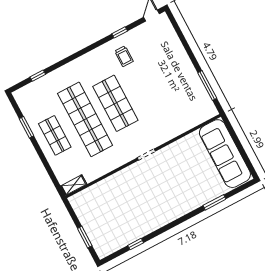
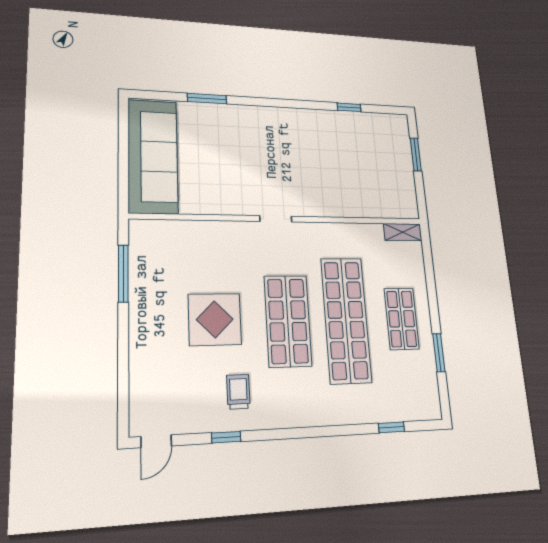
display table: (152, 85) -> (215, 319), added

